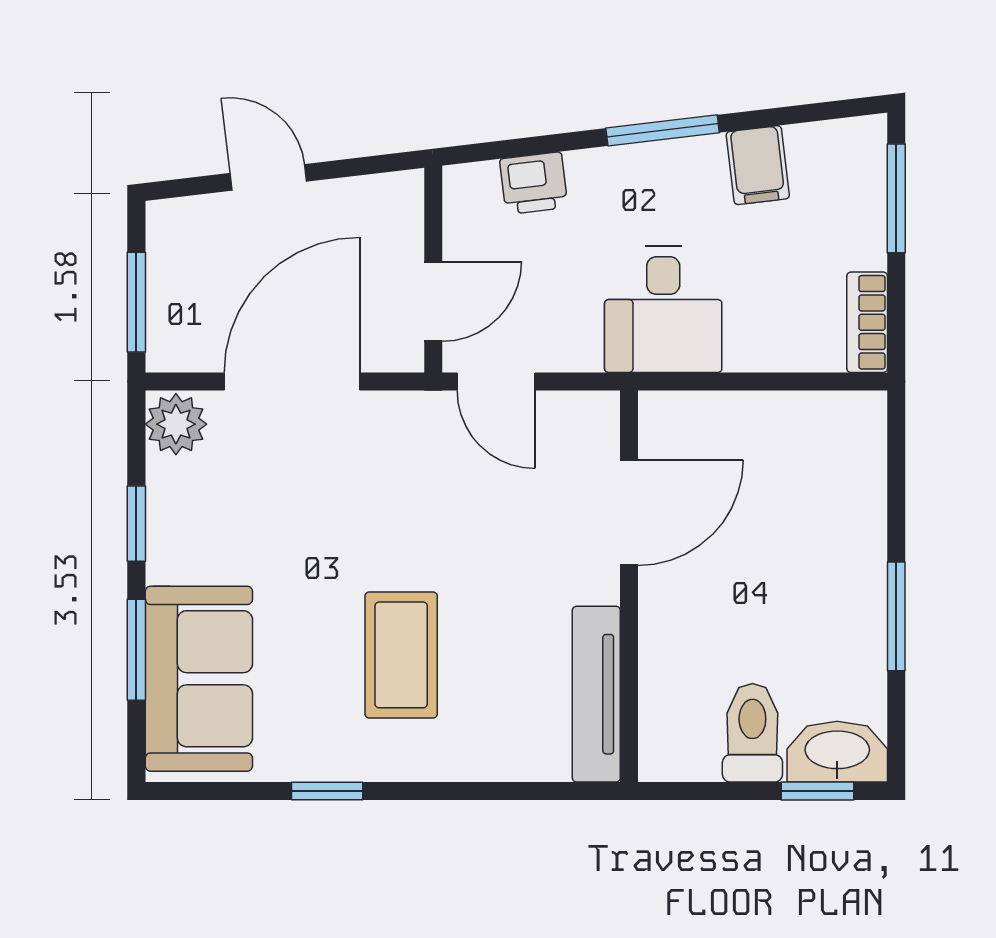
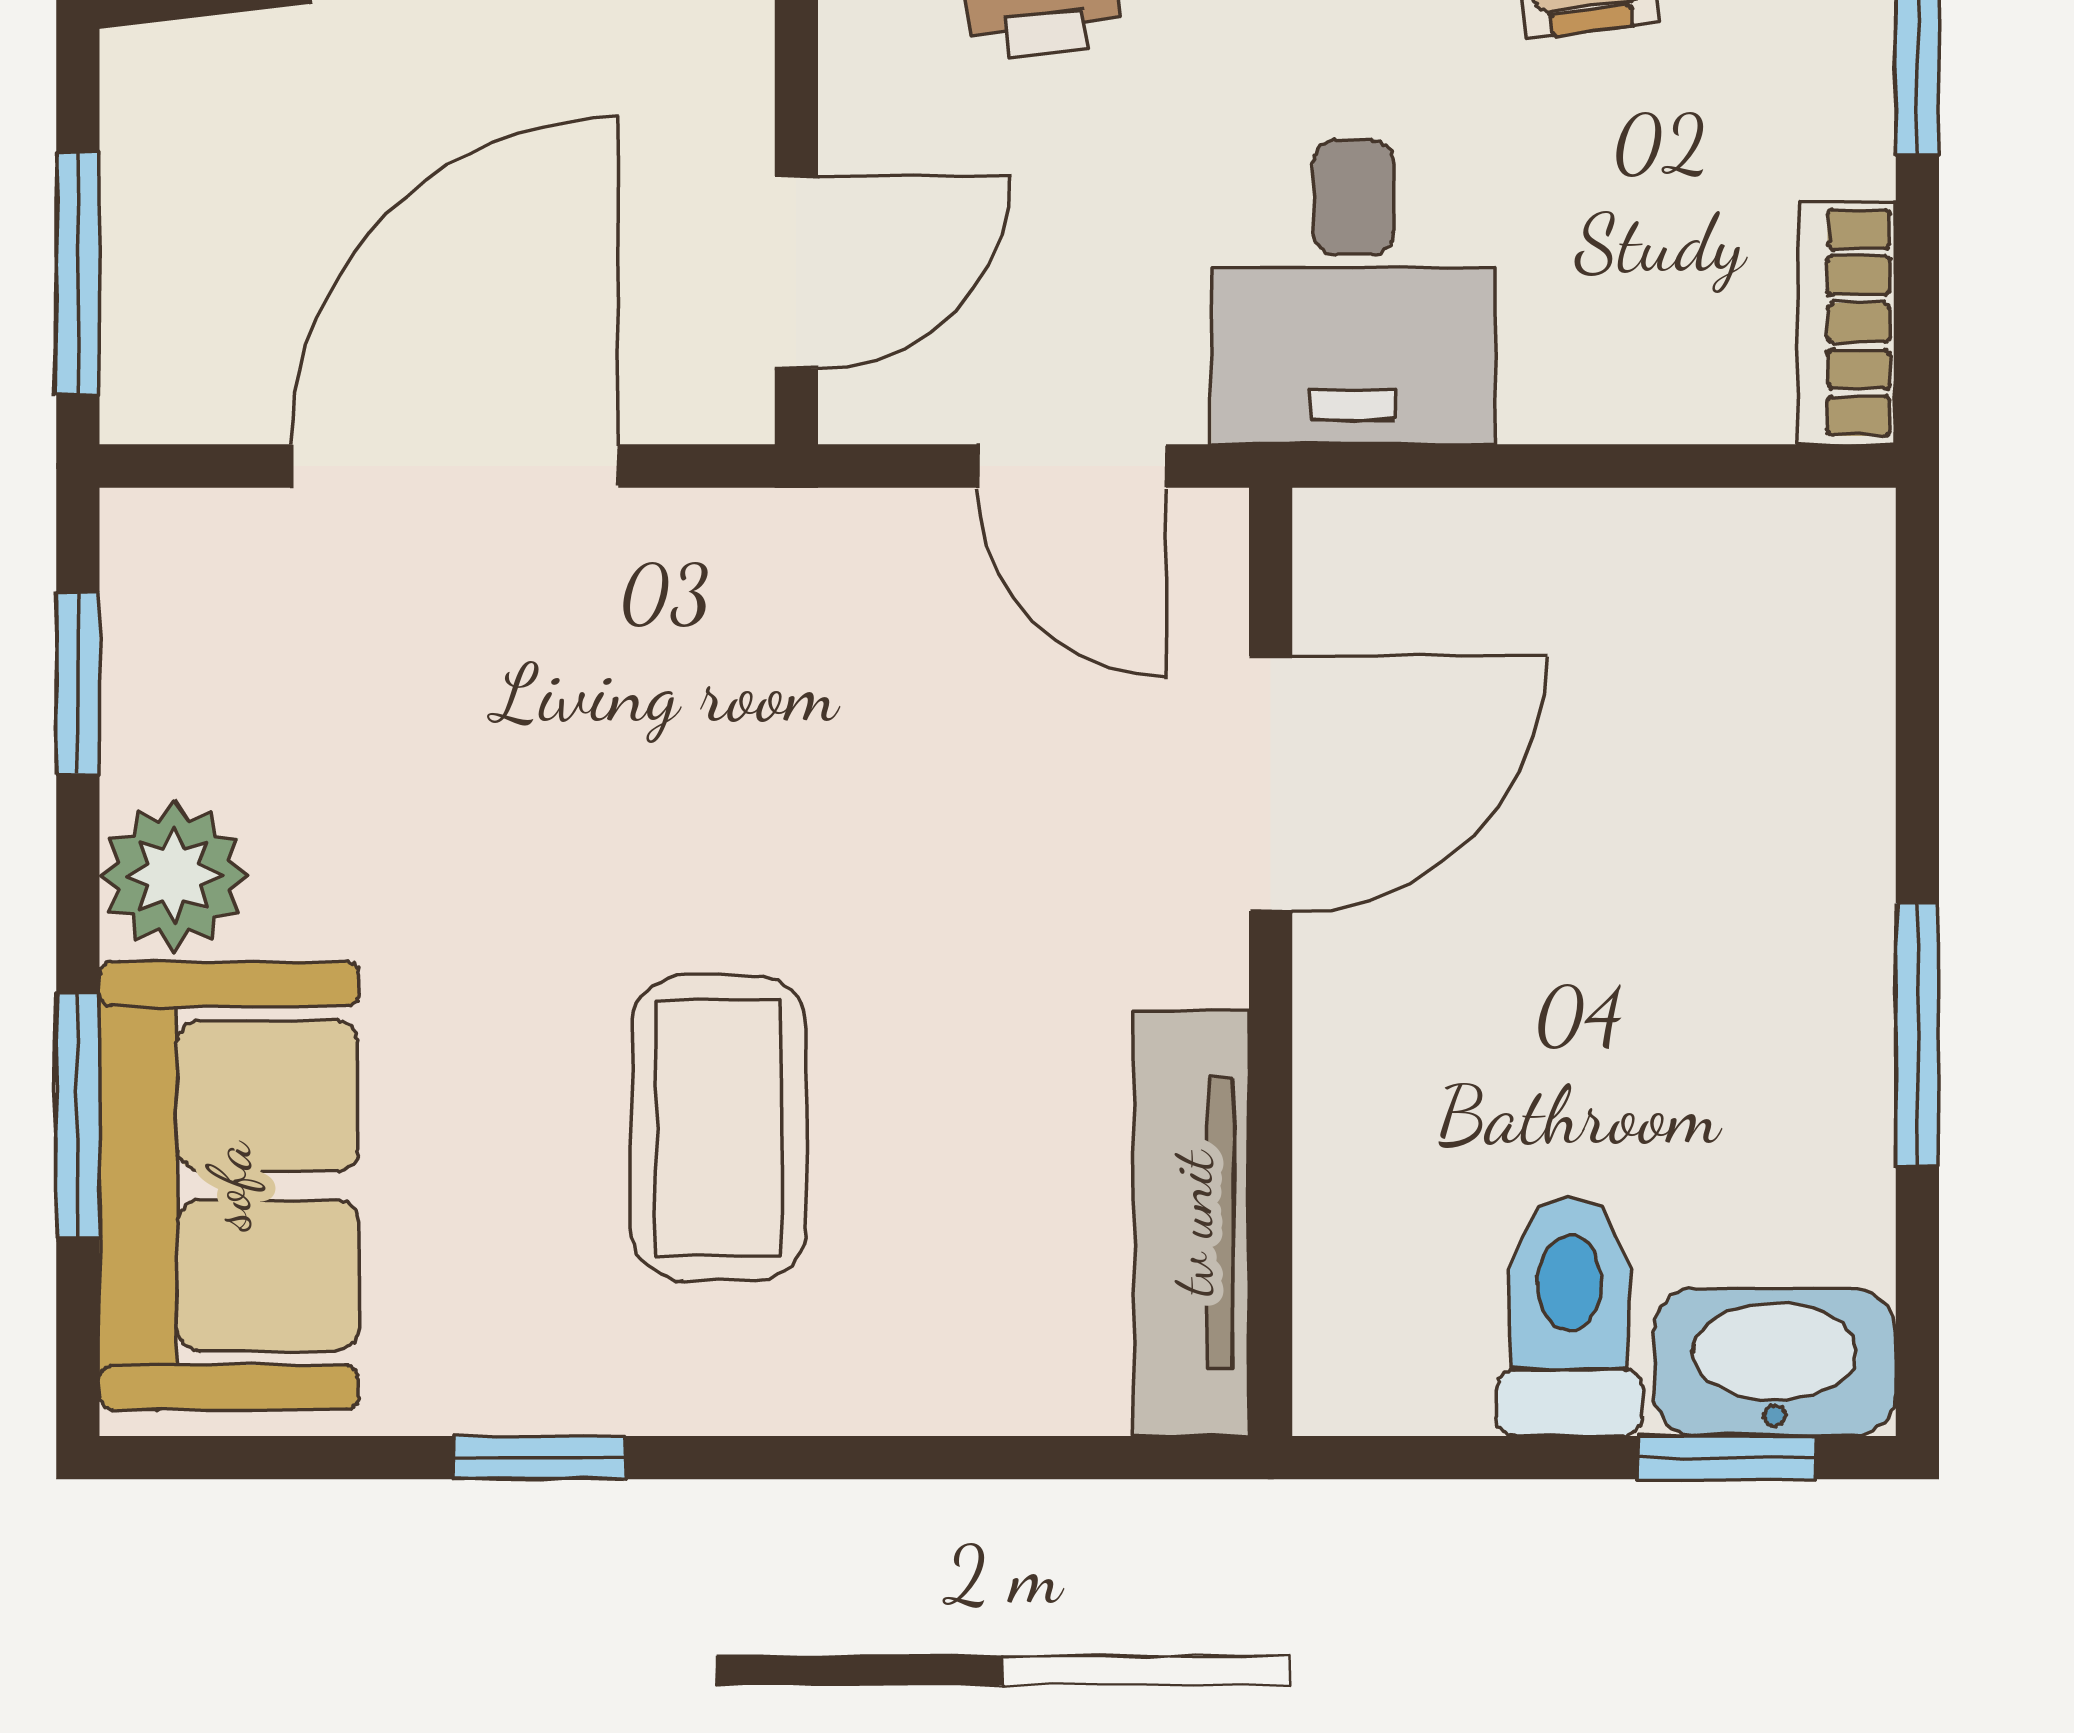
door: (496, 382) -> (1072, 466), moved
plant: (176, 424) -> (174, 875), moved
window: (136, 524) -> (78, 683), moved

